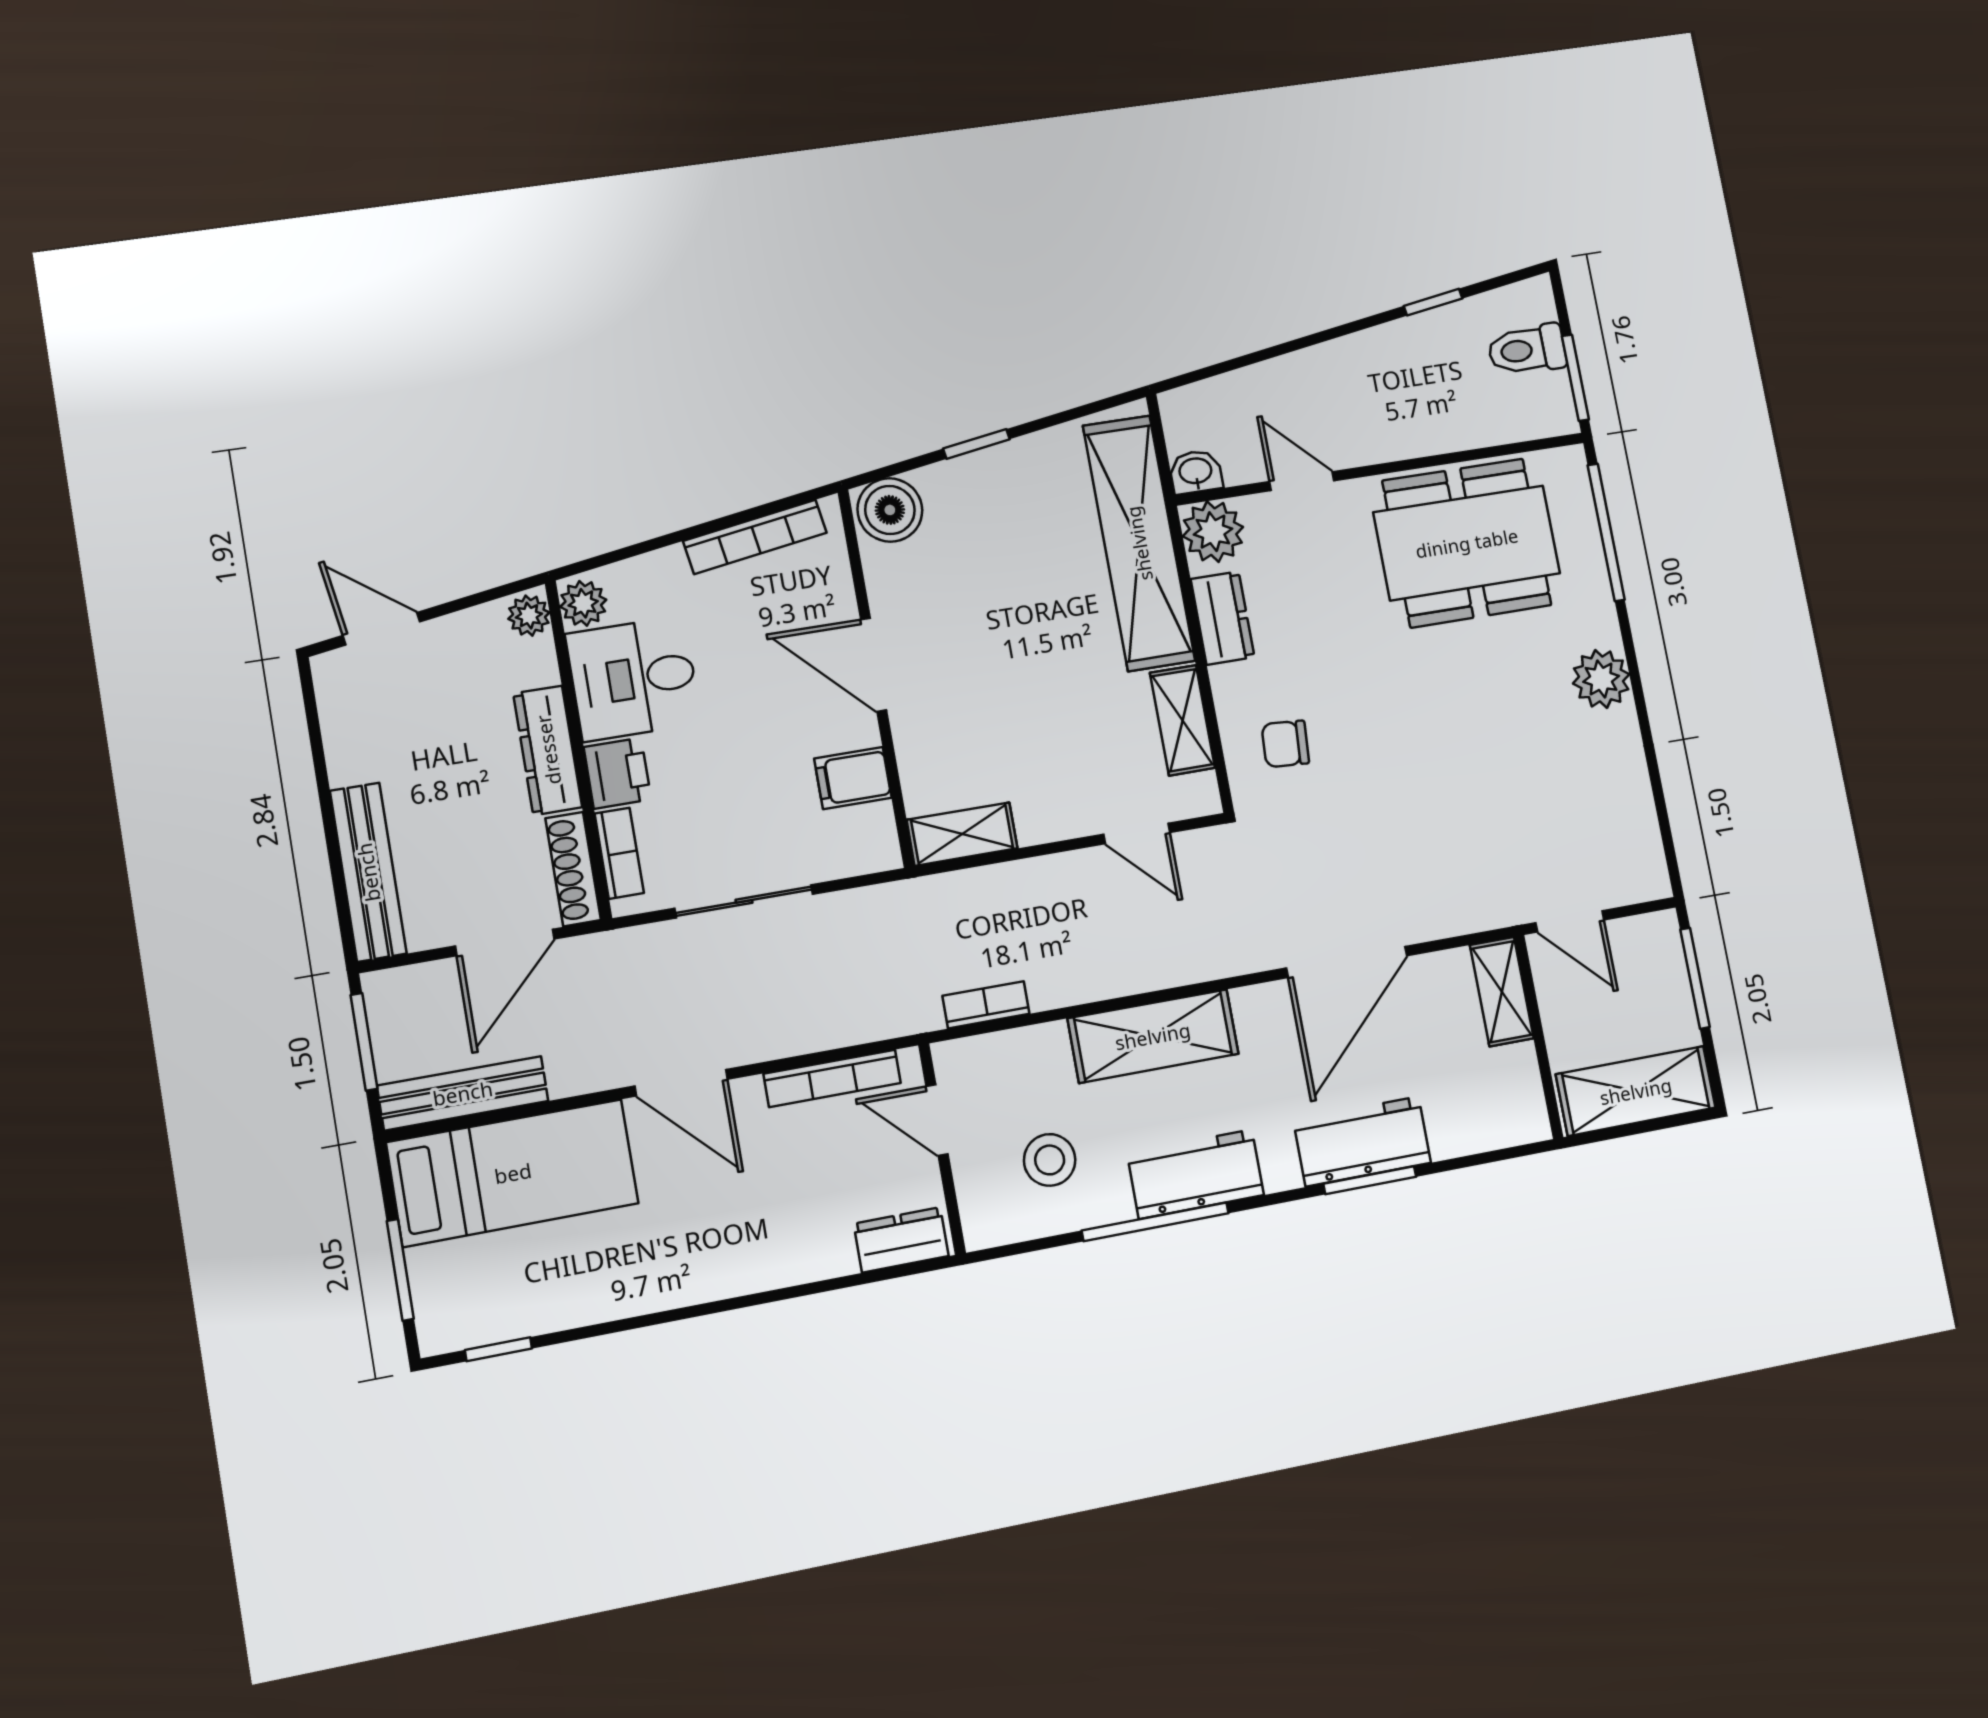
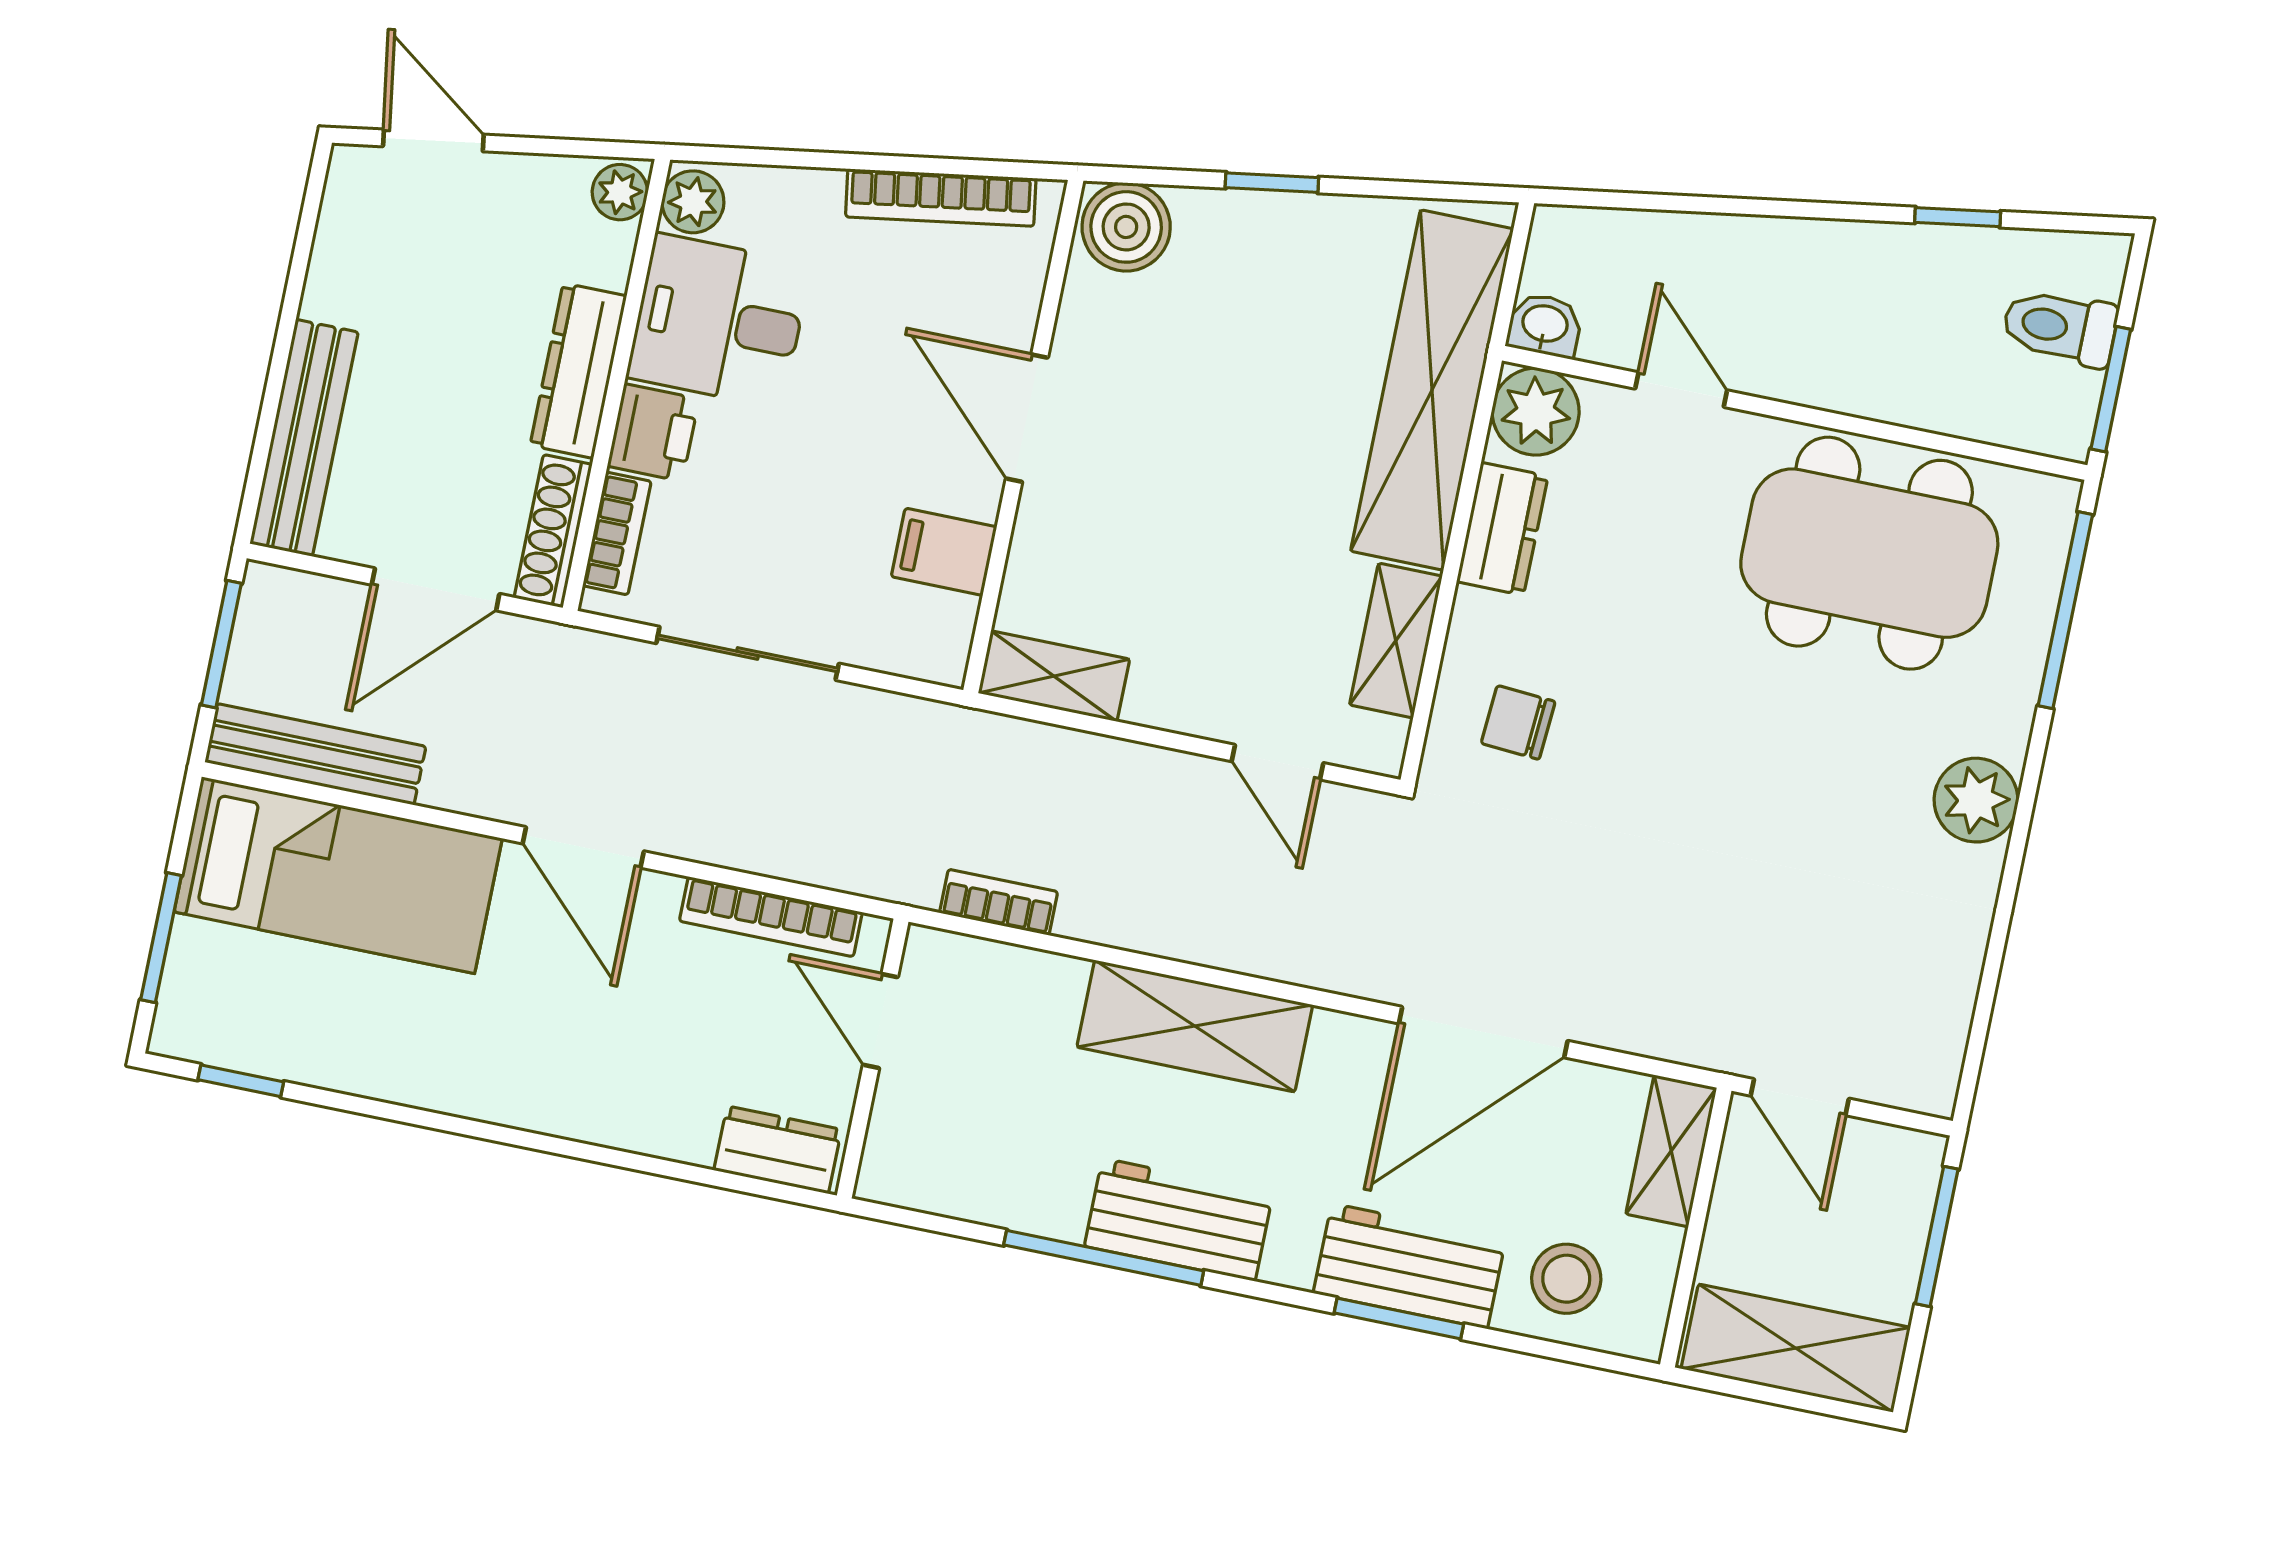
stool: (1050, 1160) -> (1566, 1279), moved

